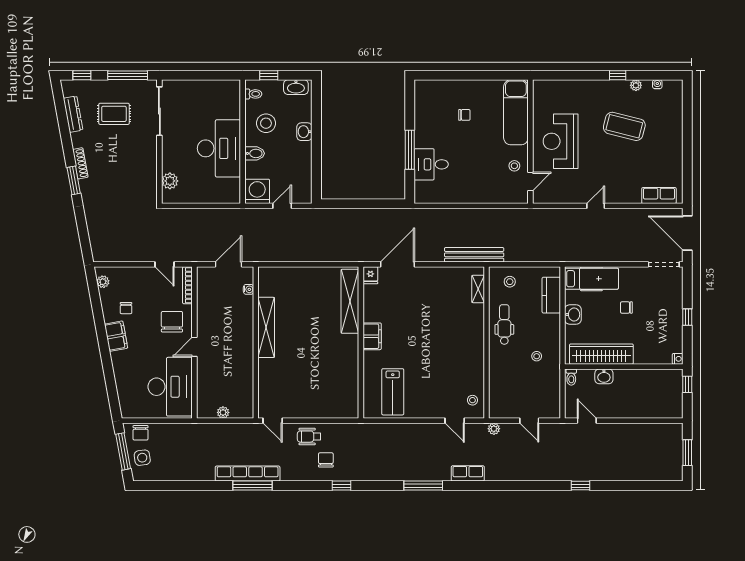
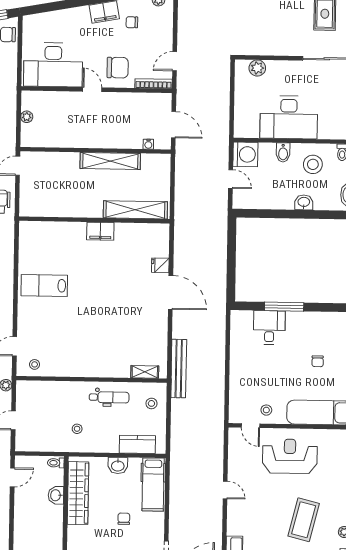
shelving: (350, 301) -> (135, 210), moved
filing cabinet: (372, 336) -> (100, 231), moved
wall: (361, 342) -> (94, 220), moved

